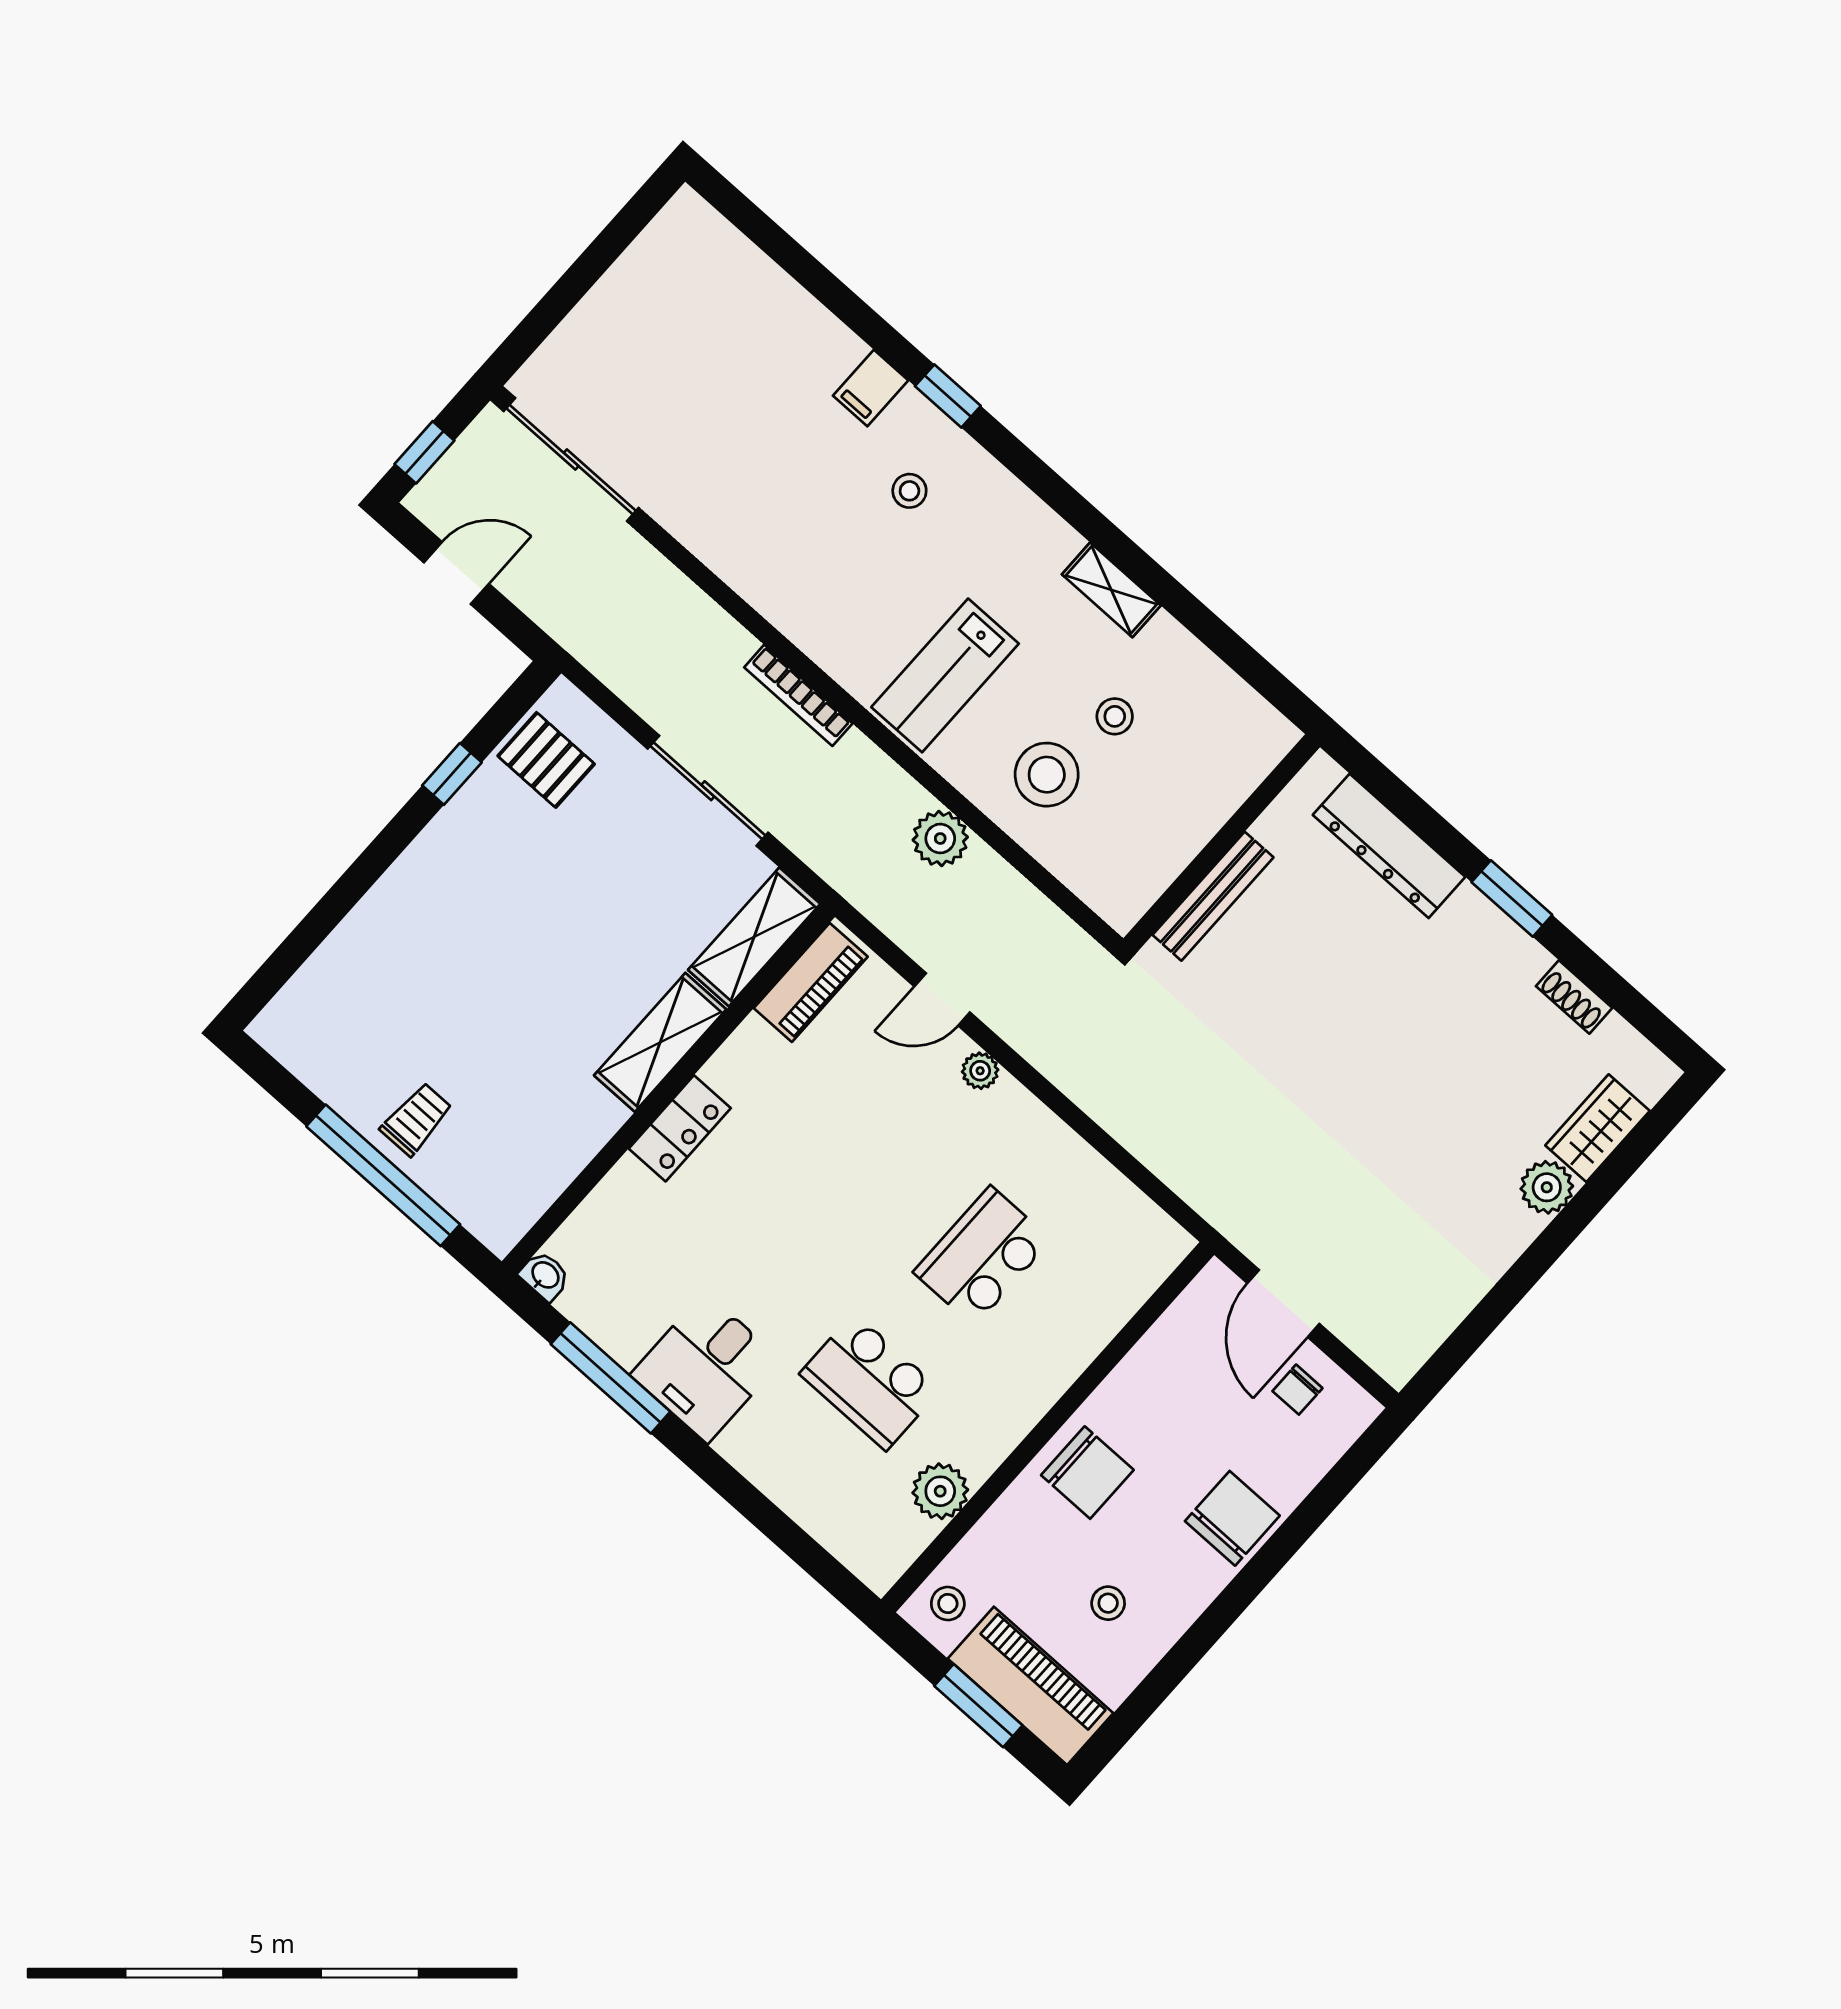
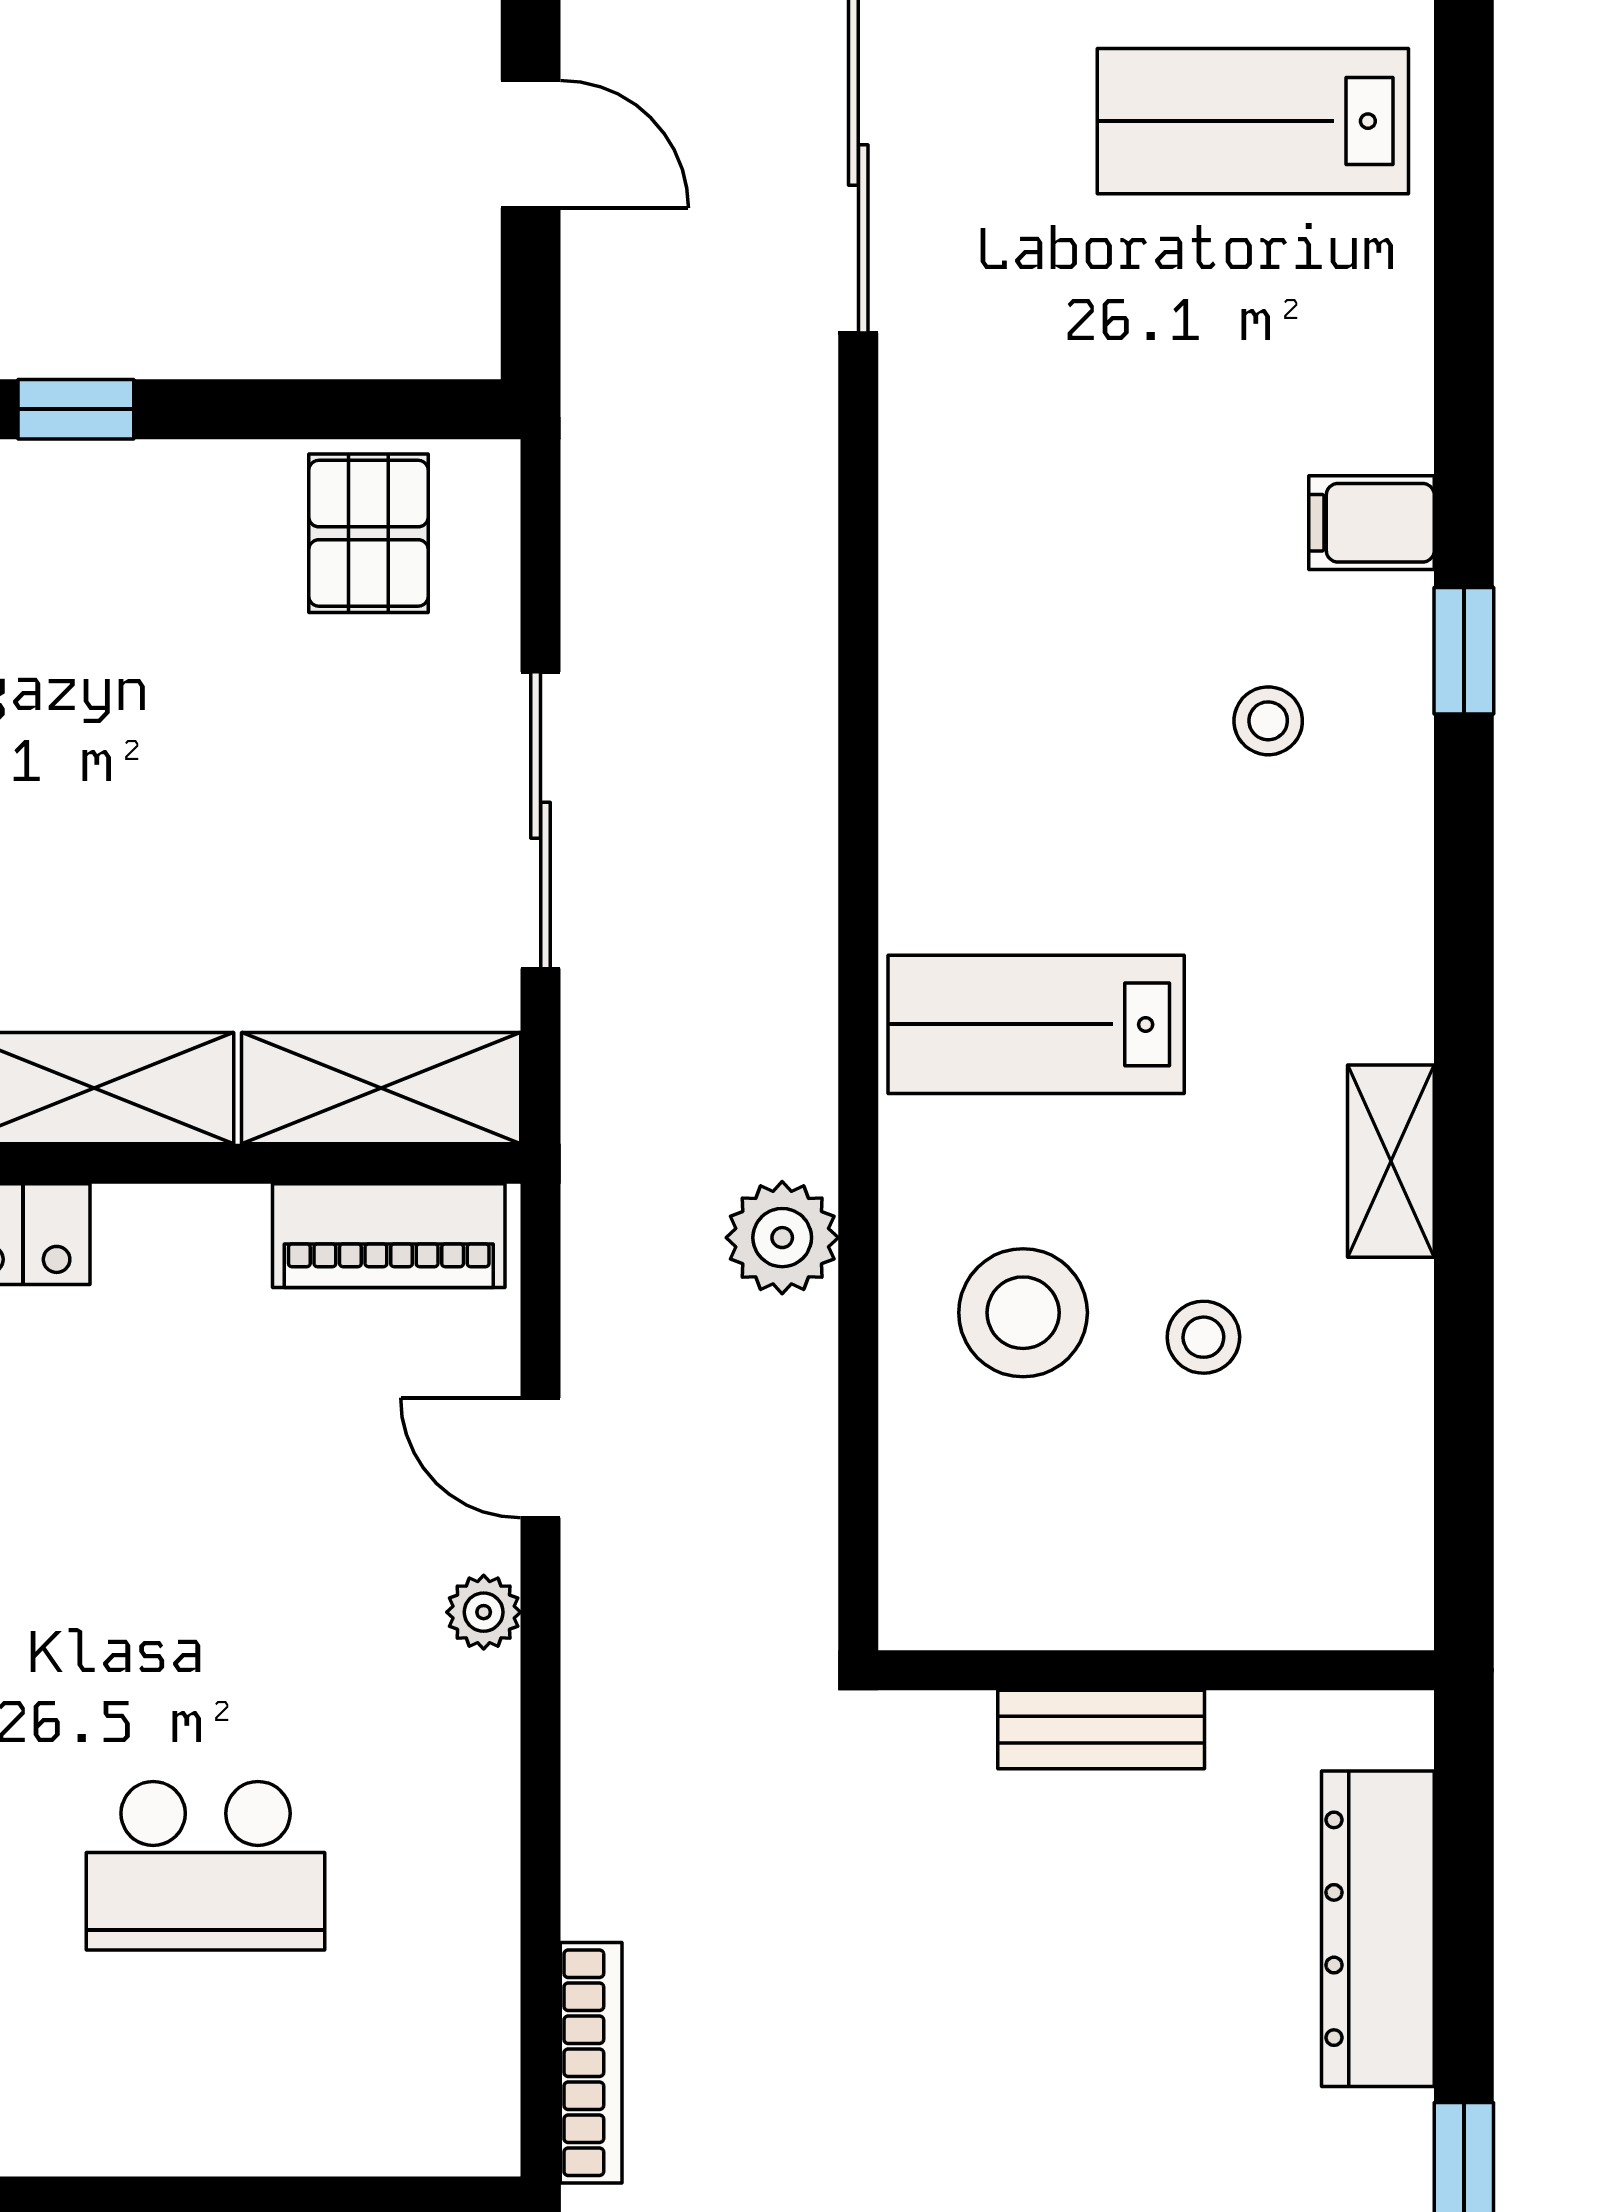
lab bench: (684, 300) -> (1253, 121), added
bookcase: (798, 695) -> (591, 2063), moved, turned 180
window: (452, 774) -> (76, 409), moved
bench: (1213, 896) -> (1101, 1730), width x0.73
school desk: (982, 1256) -> (206, 1866), turned 180

